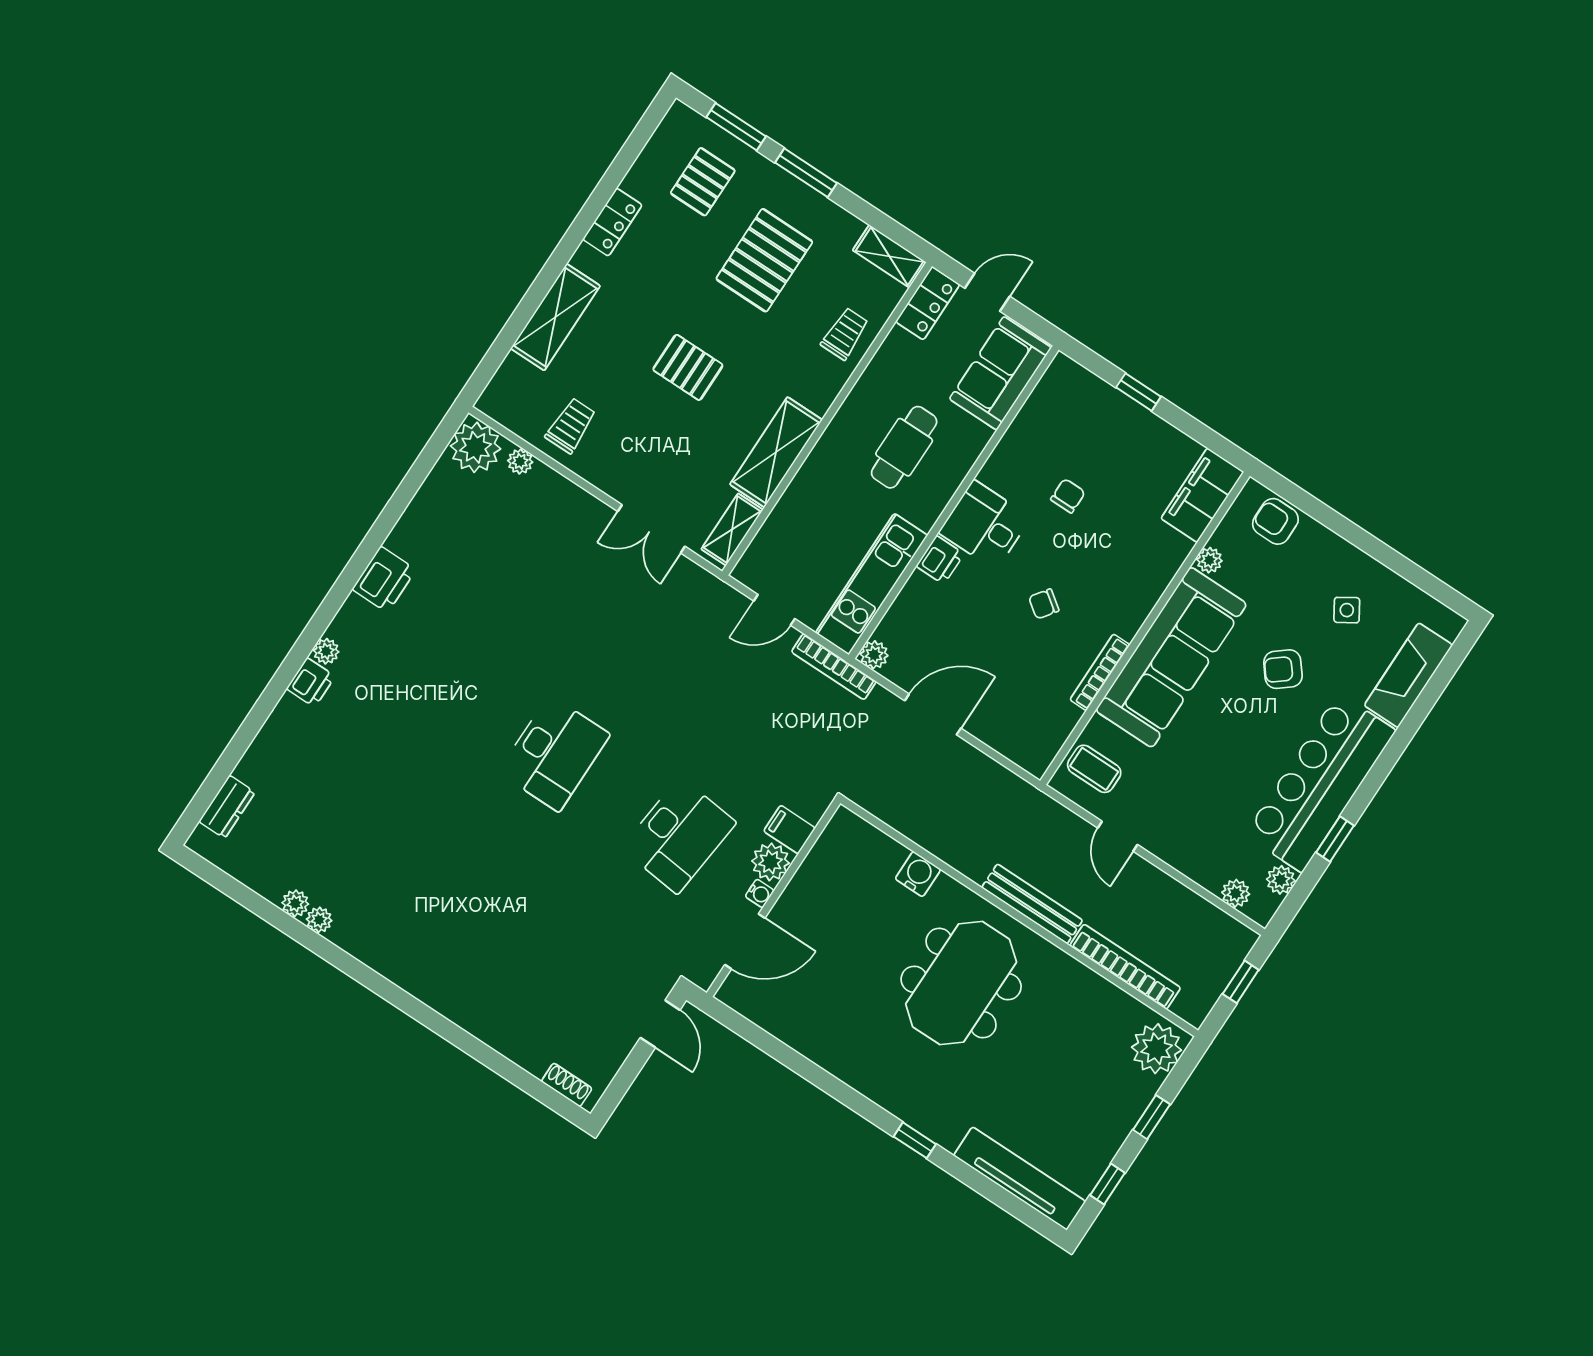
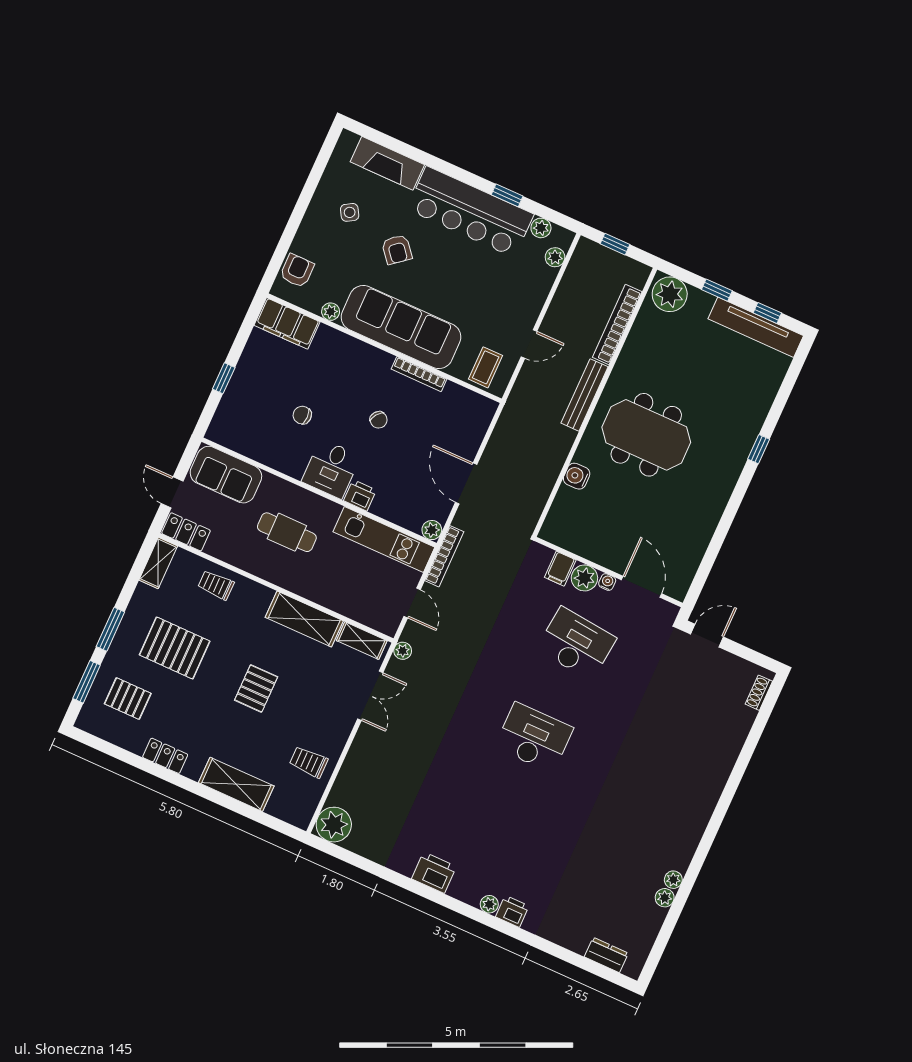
plant: (520, 461) -> (403, 651), moved
armchair: (1275, 521) -> (297, 271), turned 180
tv unit: (1020, 1178) -> (756, 327), moved, turned -90

